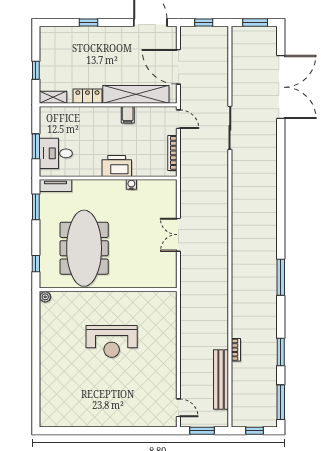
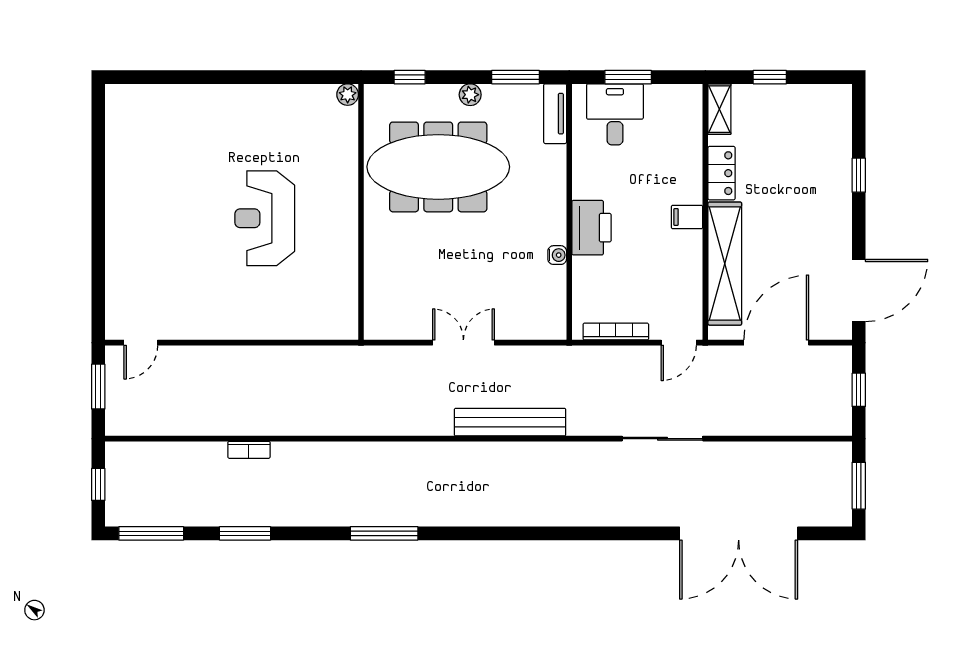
filing cabinet: (128, 115) -> (687, 217), moved
plant: (45, 231) -> (470, 95), added
bench: (221, 380) -> (510, 422), moved

